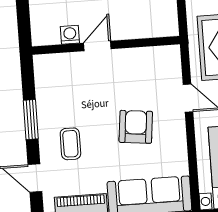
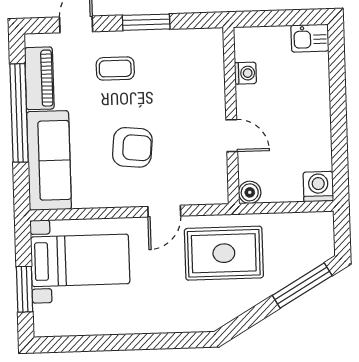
boiler: (169, 27) -> (250, 192), added
door: (97, 46) -> (232, 136), moved

